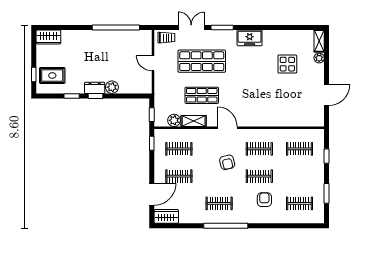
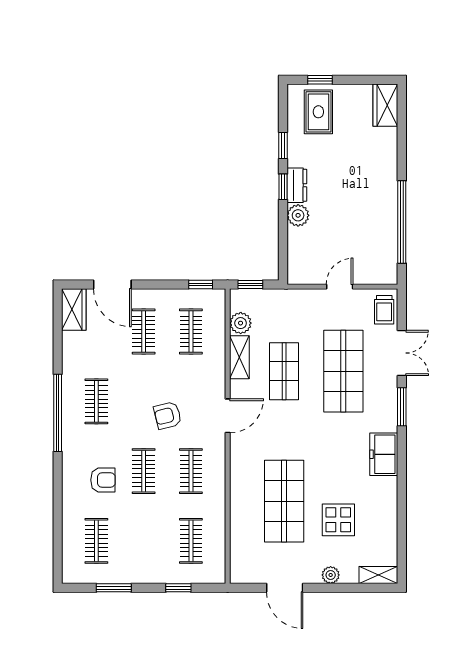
plant: (319, 58) -> (331, 575), moved
shop shelf: (277, 95) -> (284, 501), added

